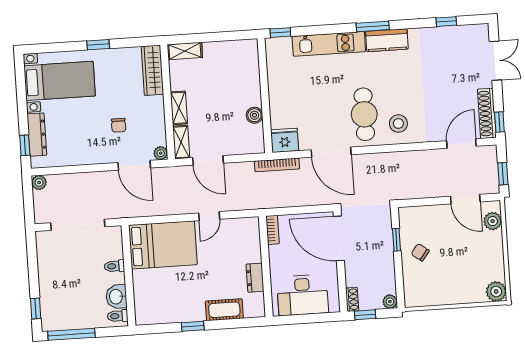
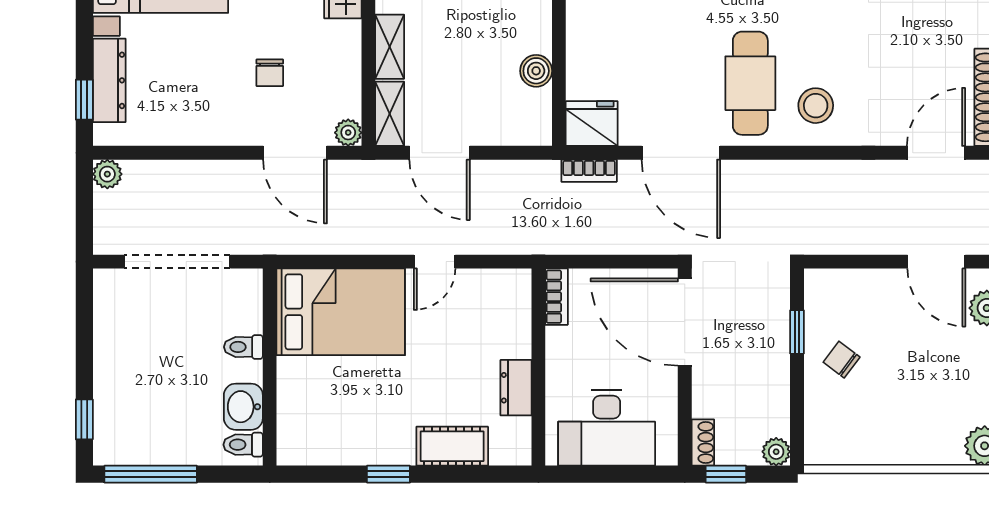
bookcase: (277, 165) -> (589, 171), width x0.64

